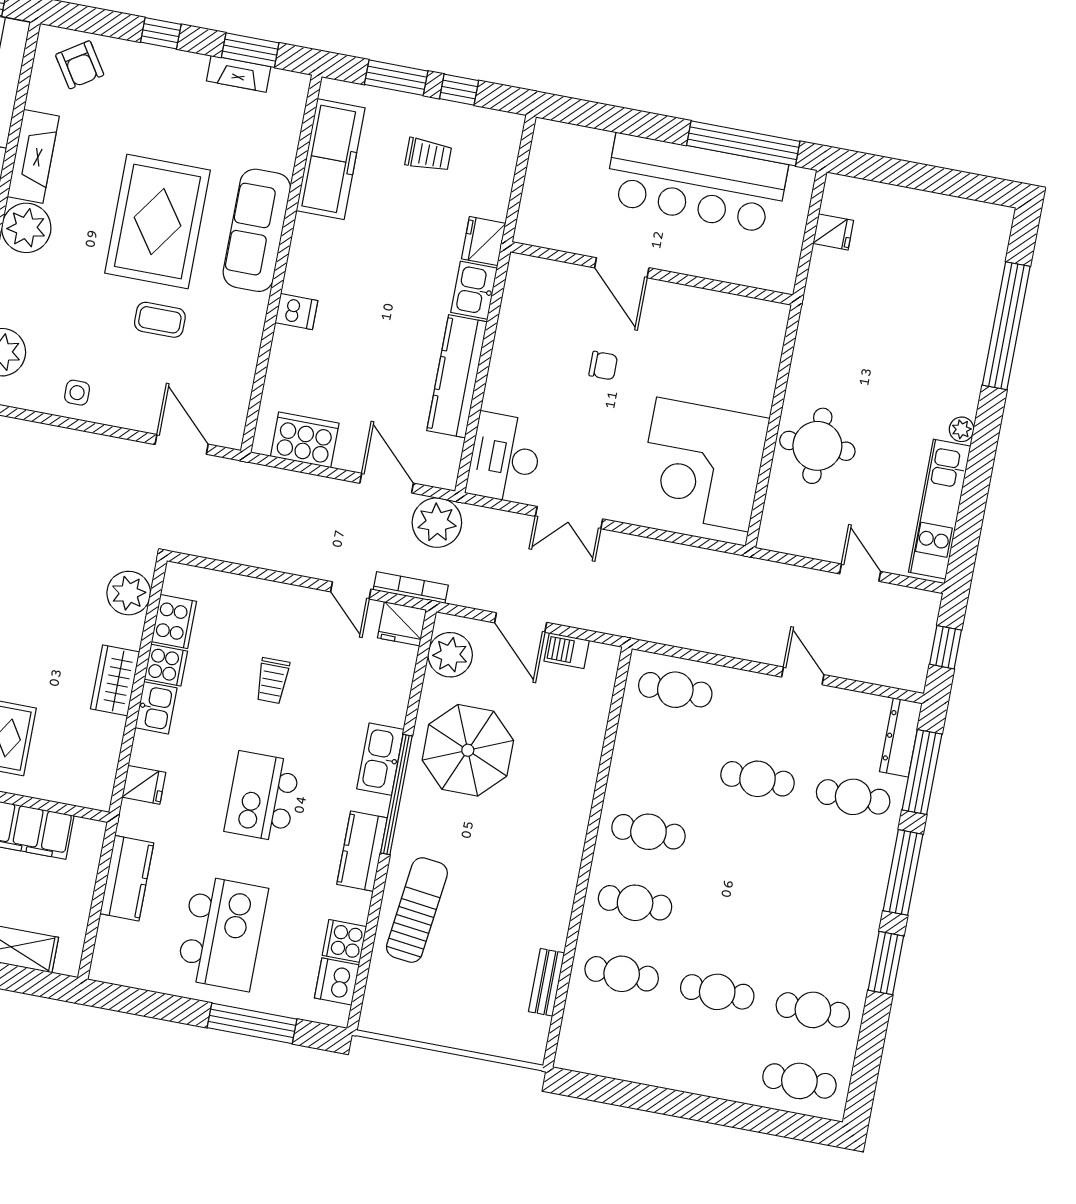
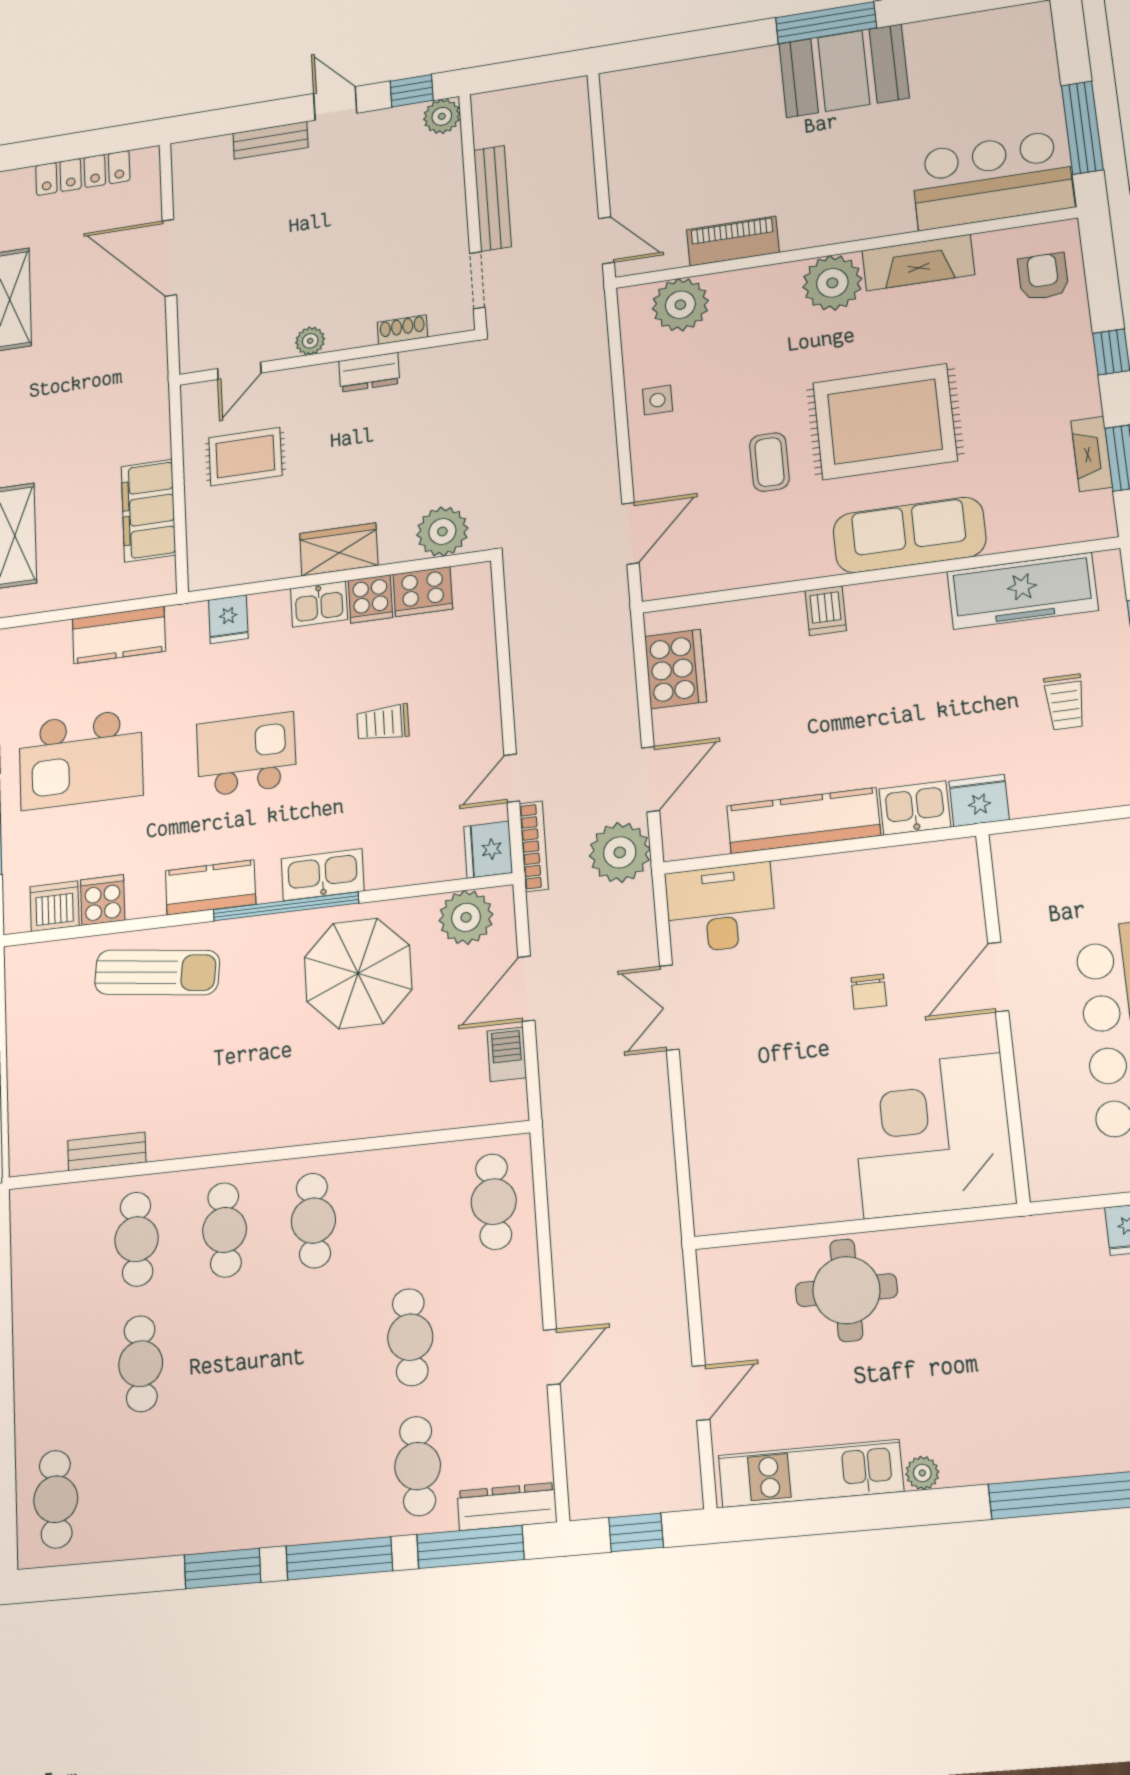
armchair: (80, 65) -> (1043, 276), turned 123
corner desk: (703, 465) -> (932, 1136), moved
cafe table: (813, 1010) -> (145, 1491), removed

